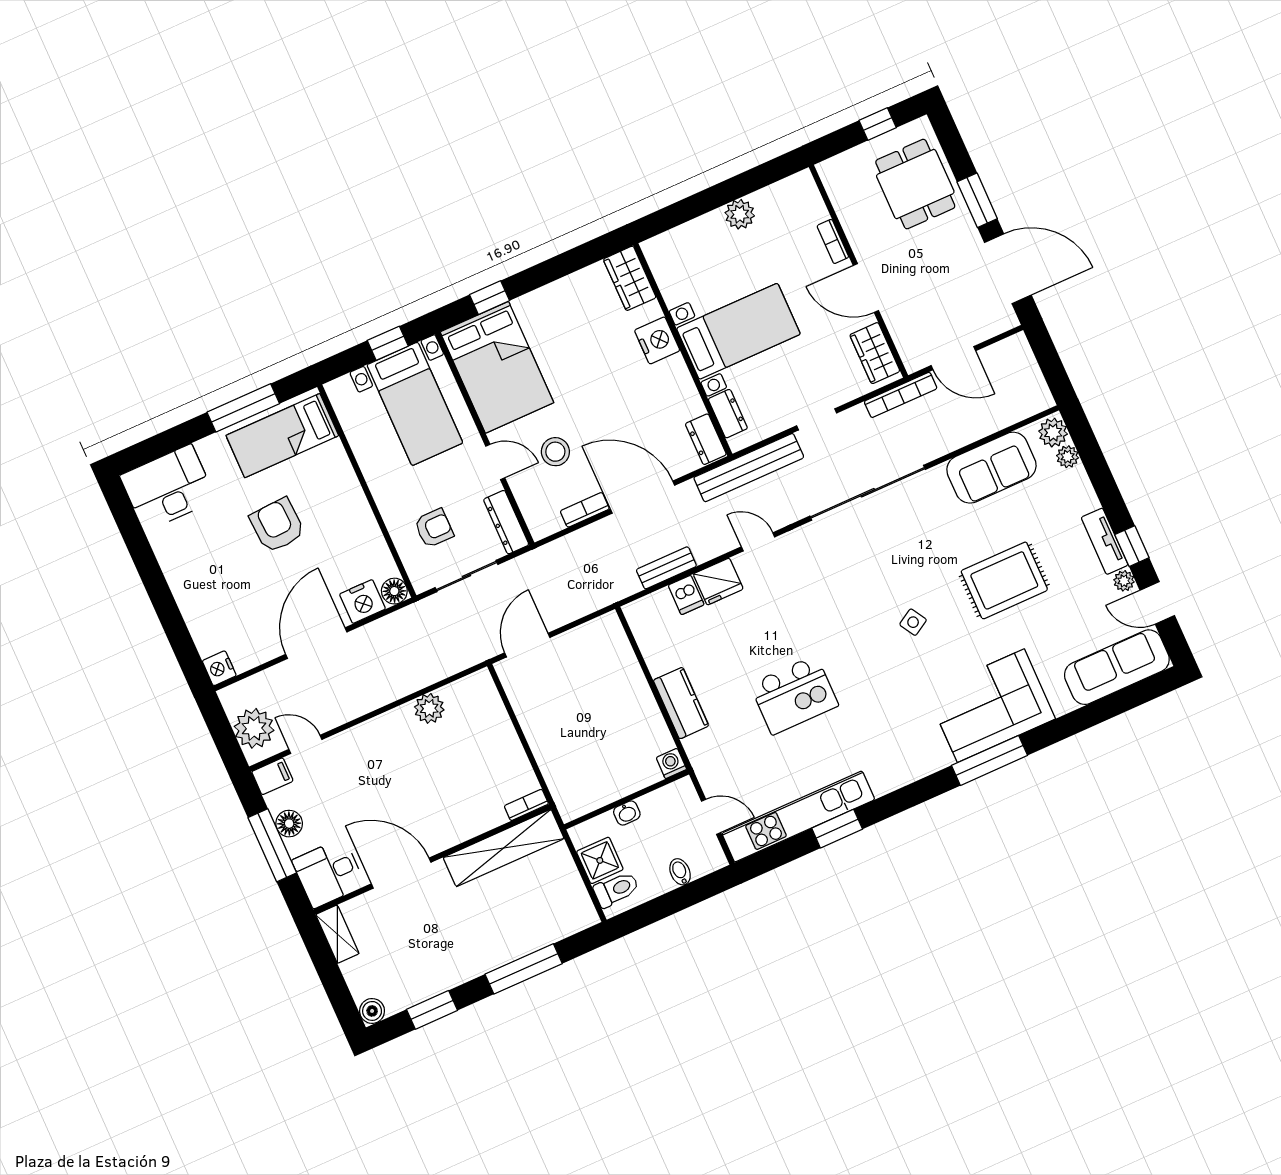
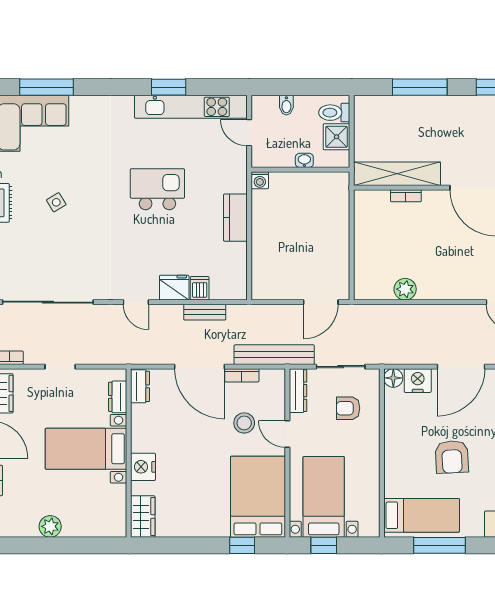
bench: (749, 468) -> (274, 355), moved
bookcase: (526, 805) -> (406, 196), moved

